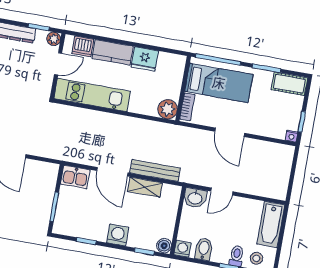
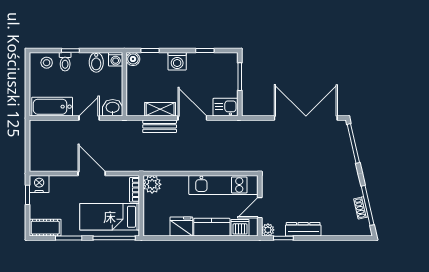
nightstand: (292, 136) -> (39, 184), width x1.89, depth x1.79
bench: (155, 170) -> (160, 126), width x0.73
bathtub: (271, 224) -> (52, 107), moved, turned -90

